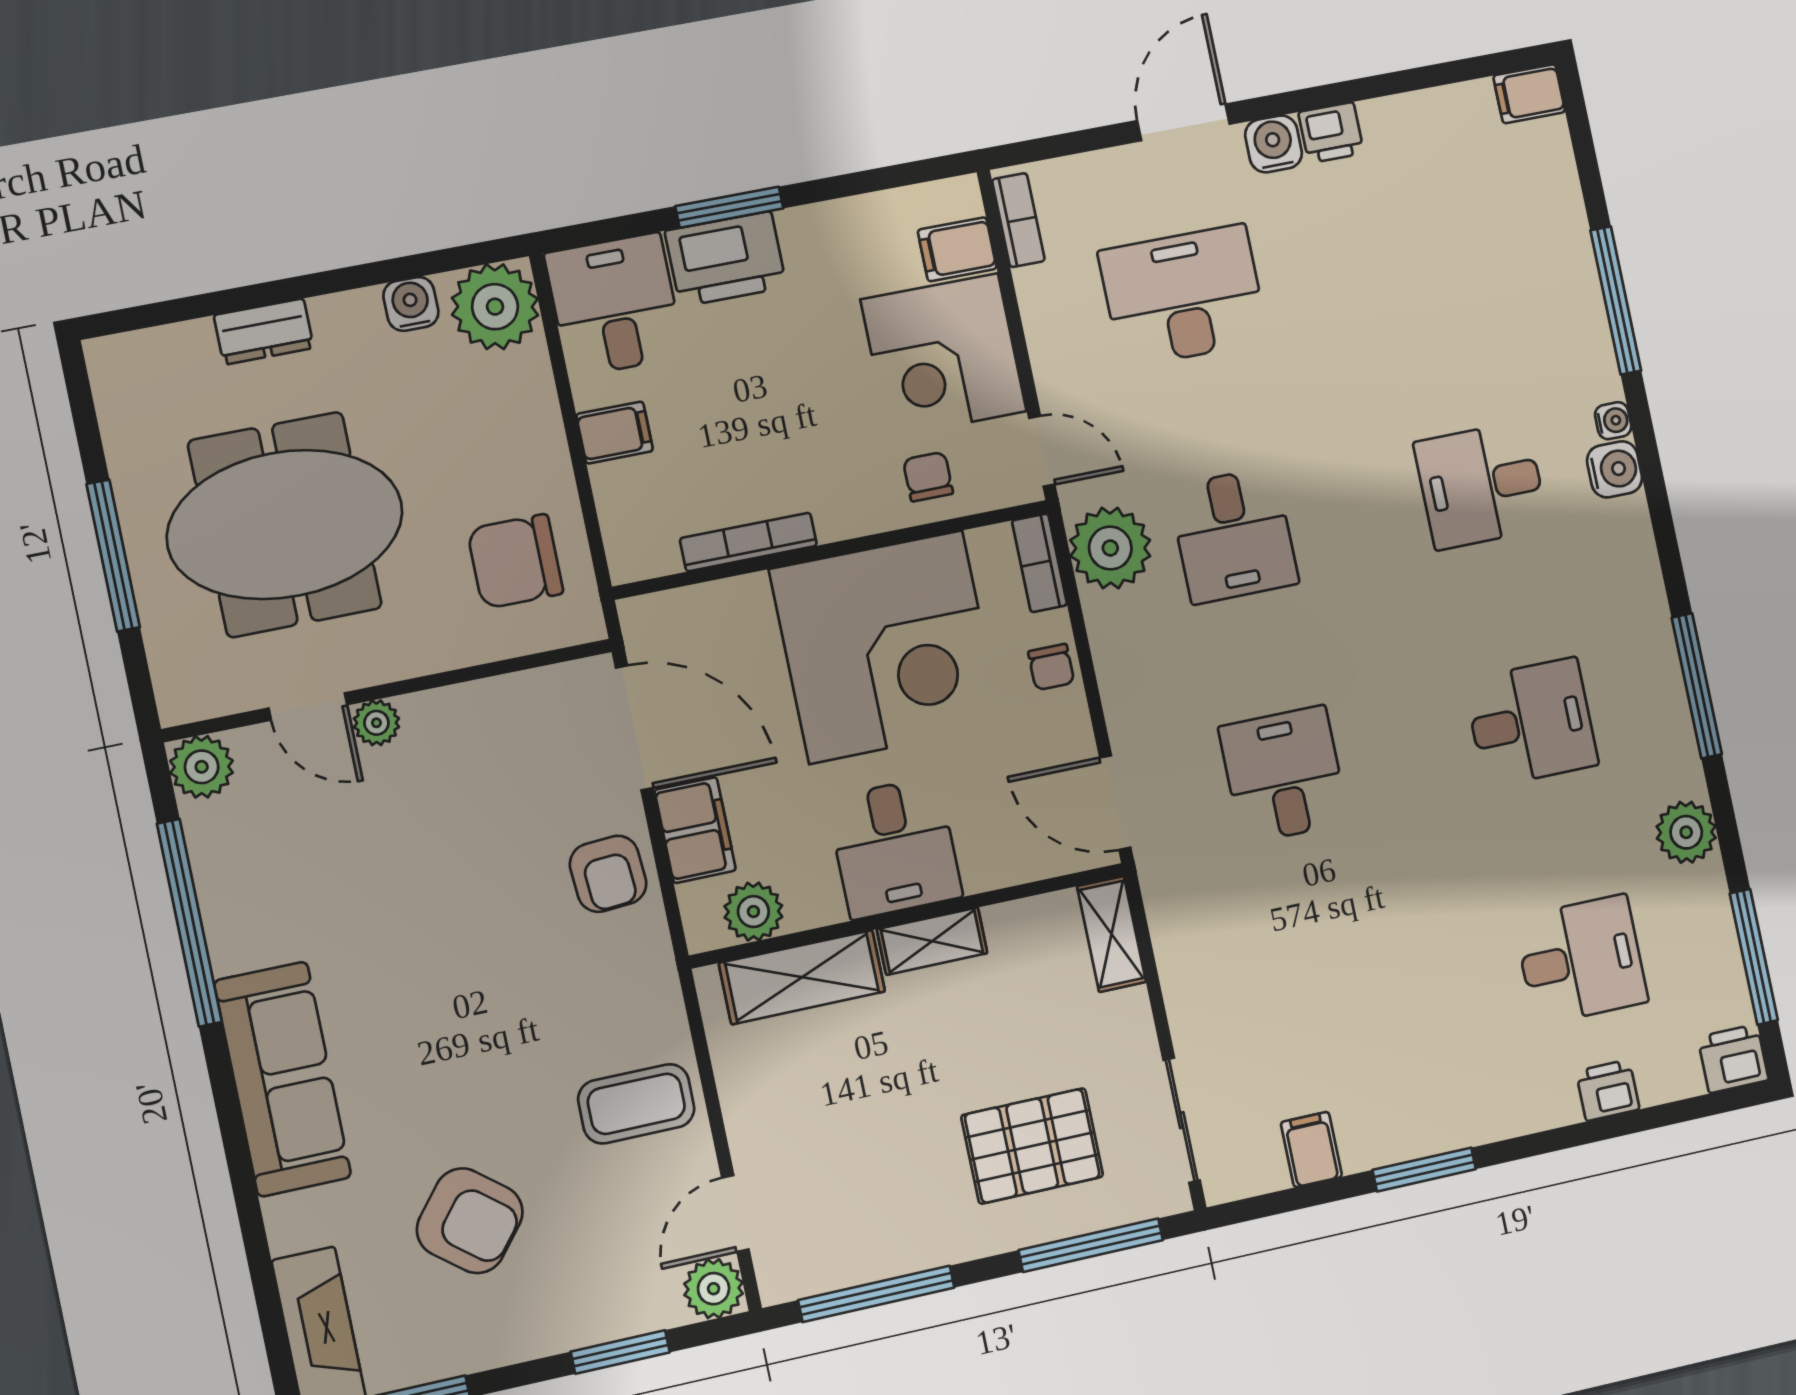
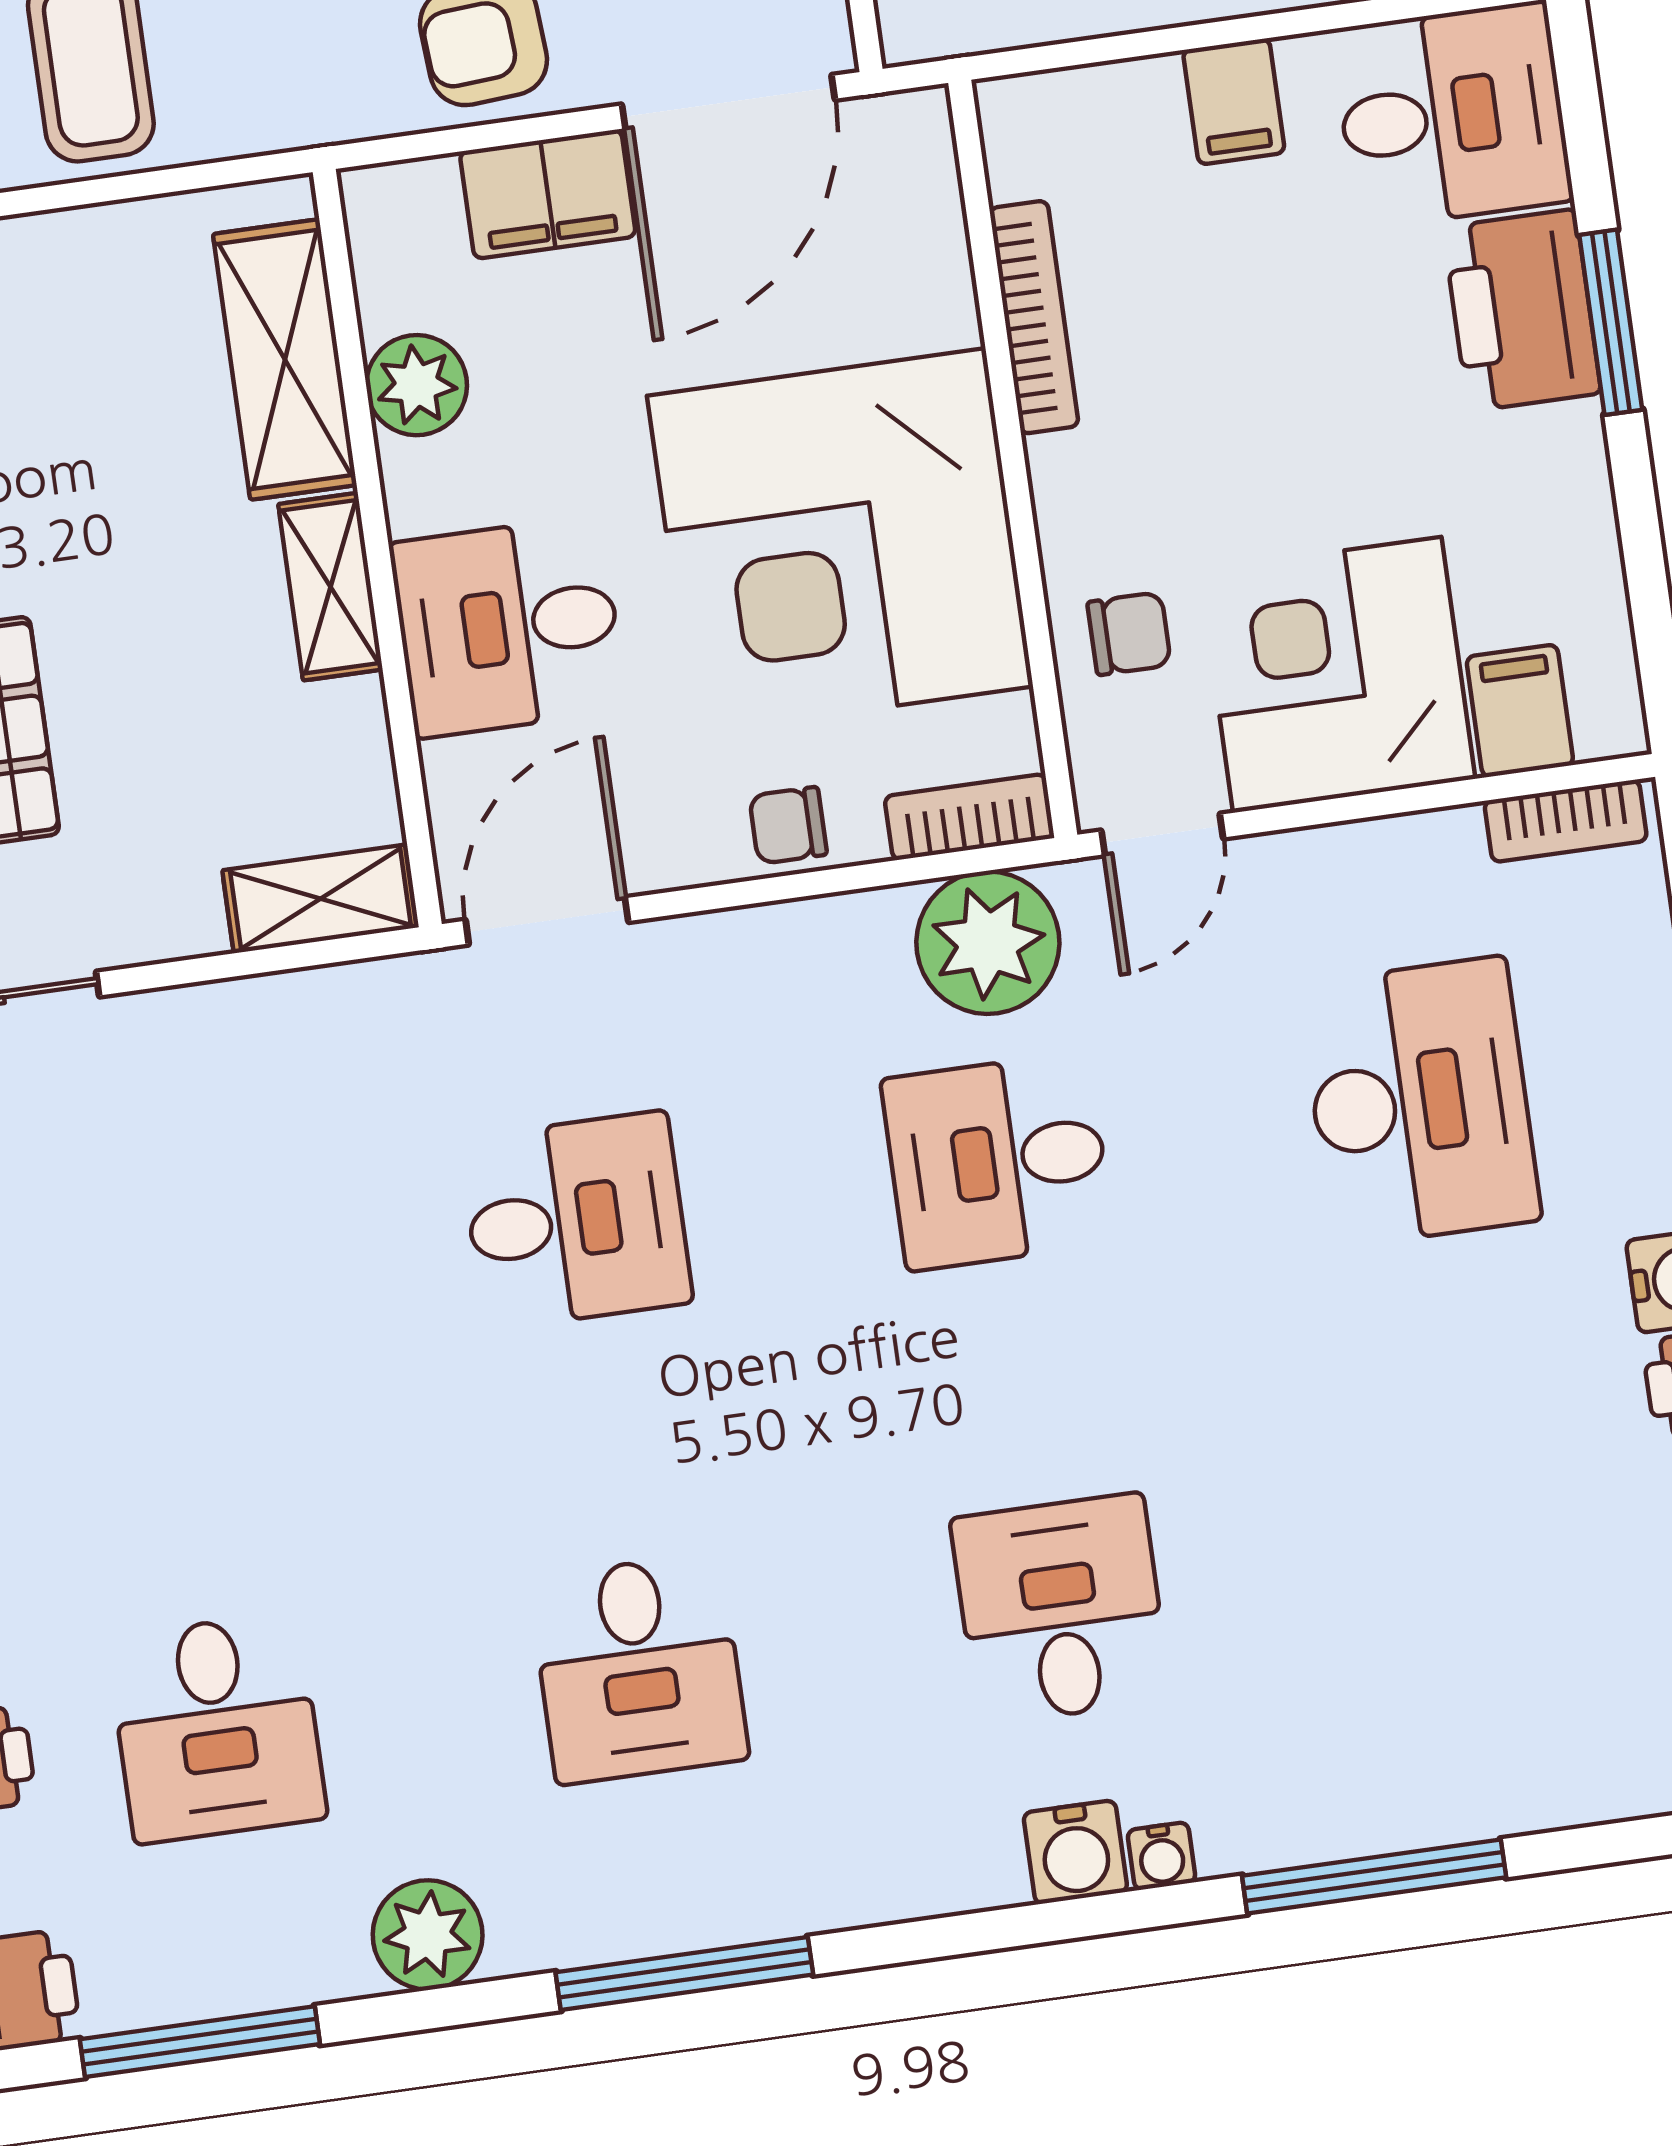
desk: (895, 848) -> (508, 627), moved
plant: (753, 912) -> (417, 385), moved

